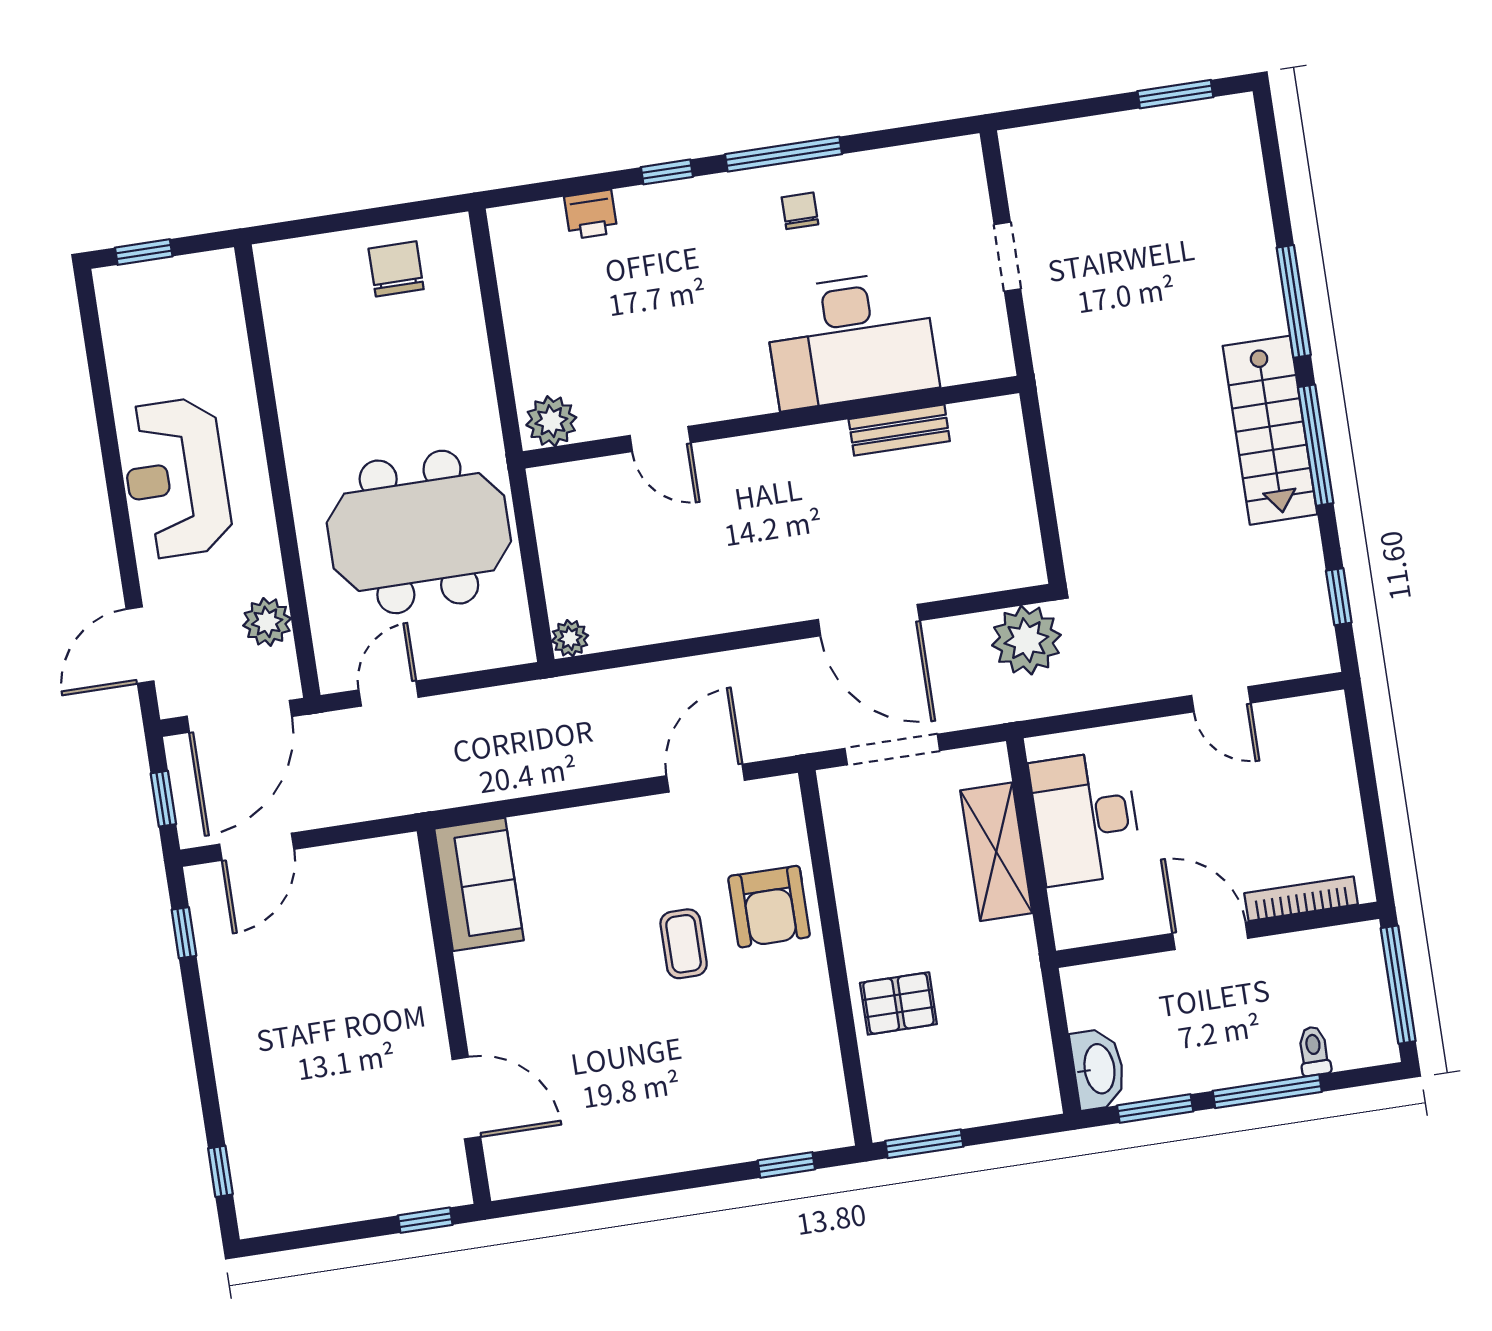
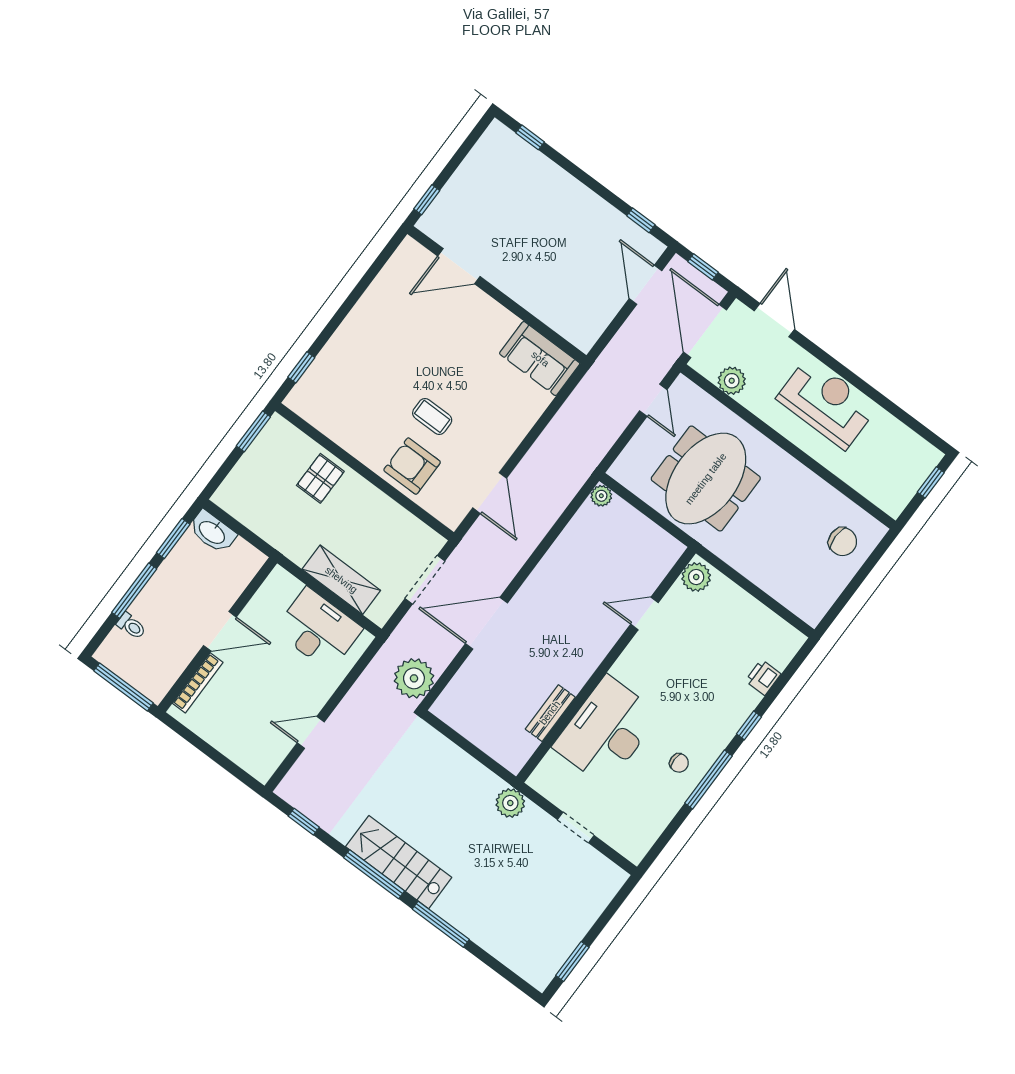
chair: (396, 269) -> (843, 542), moved
plant: (1059, 367) -> (510, 803), added

